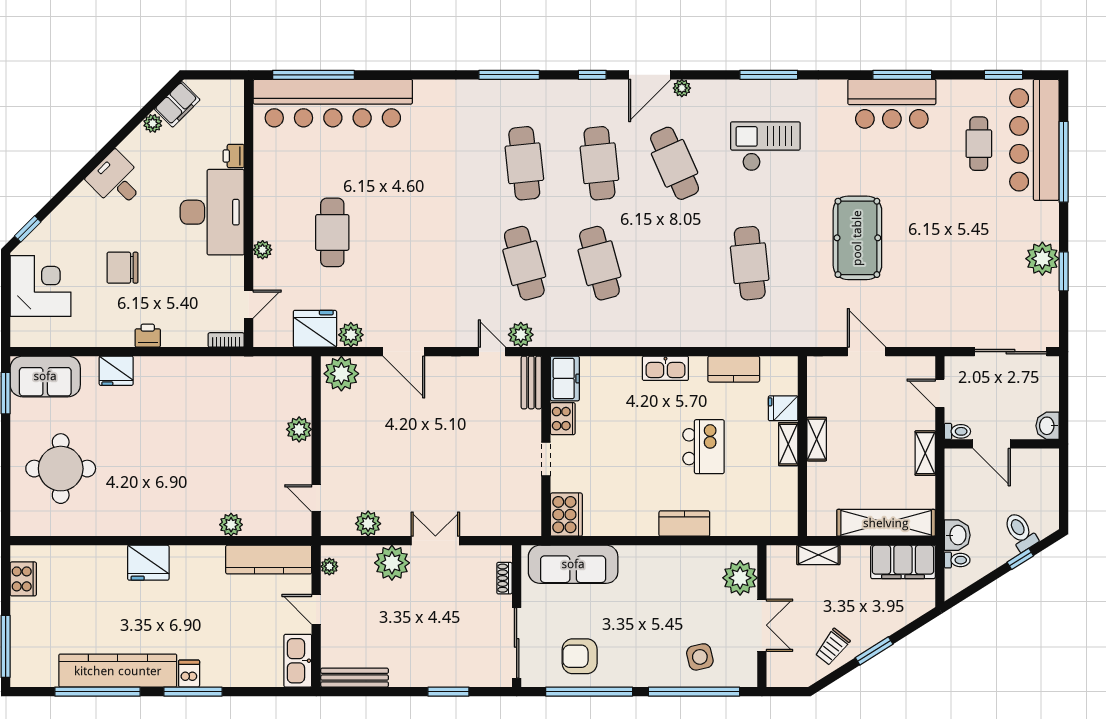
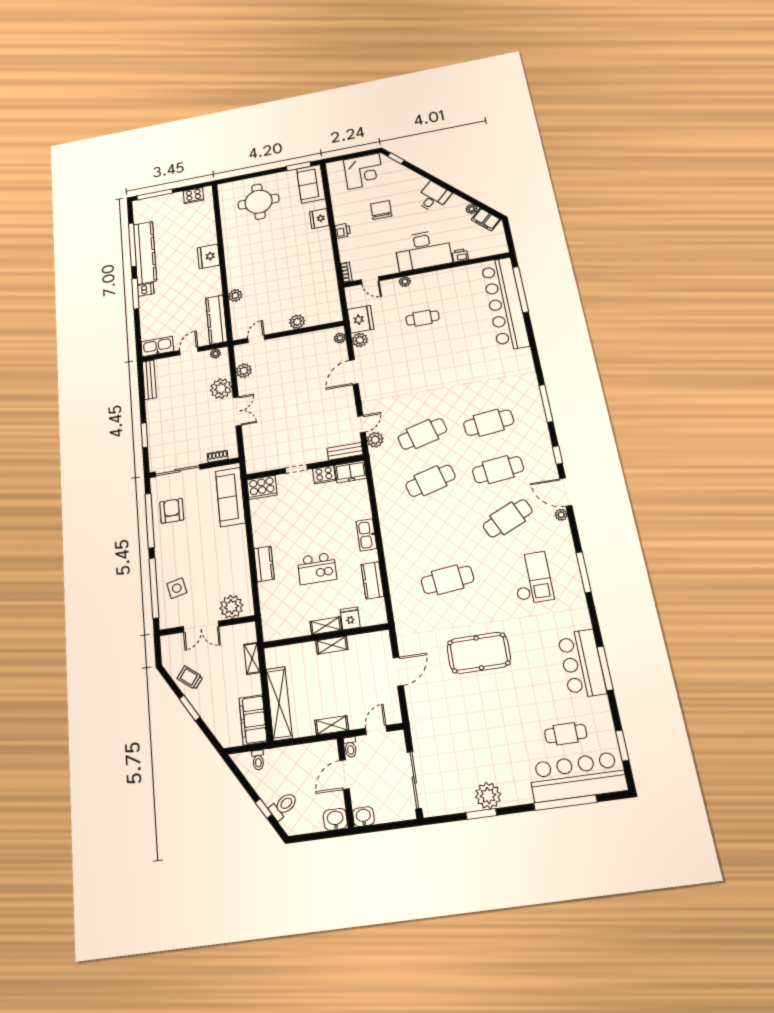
cafe table: (332, 232) -> (422, 318), width x0.73, depth x0.74
plant: (341, 374) -> (340, 338), width x0.53, depth x0.53
washbasin: (957, 535) -> (335, 819), moved, turned 180

